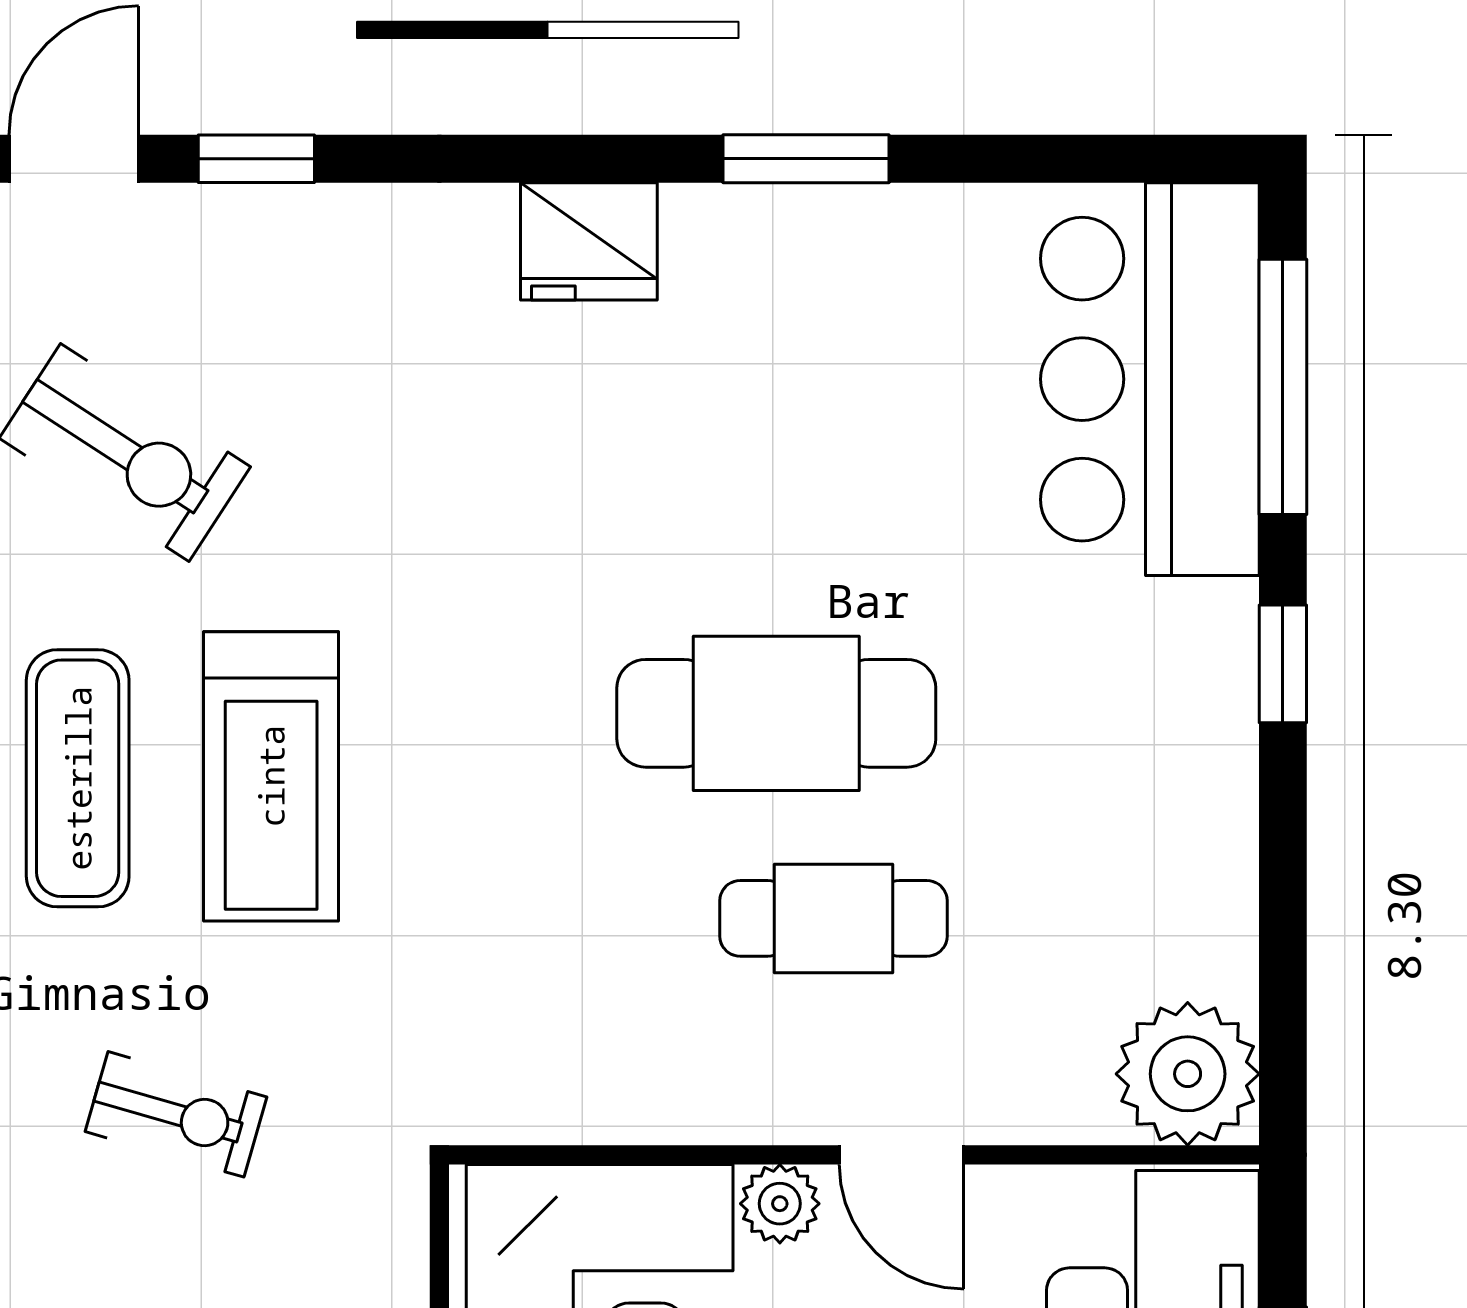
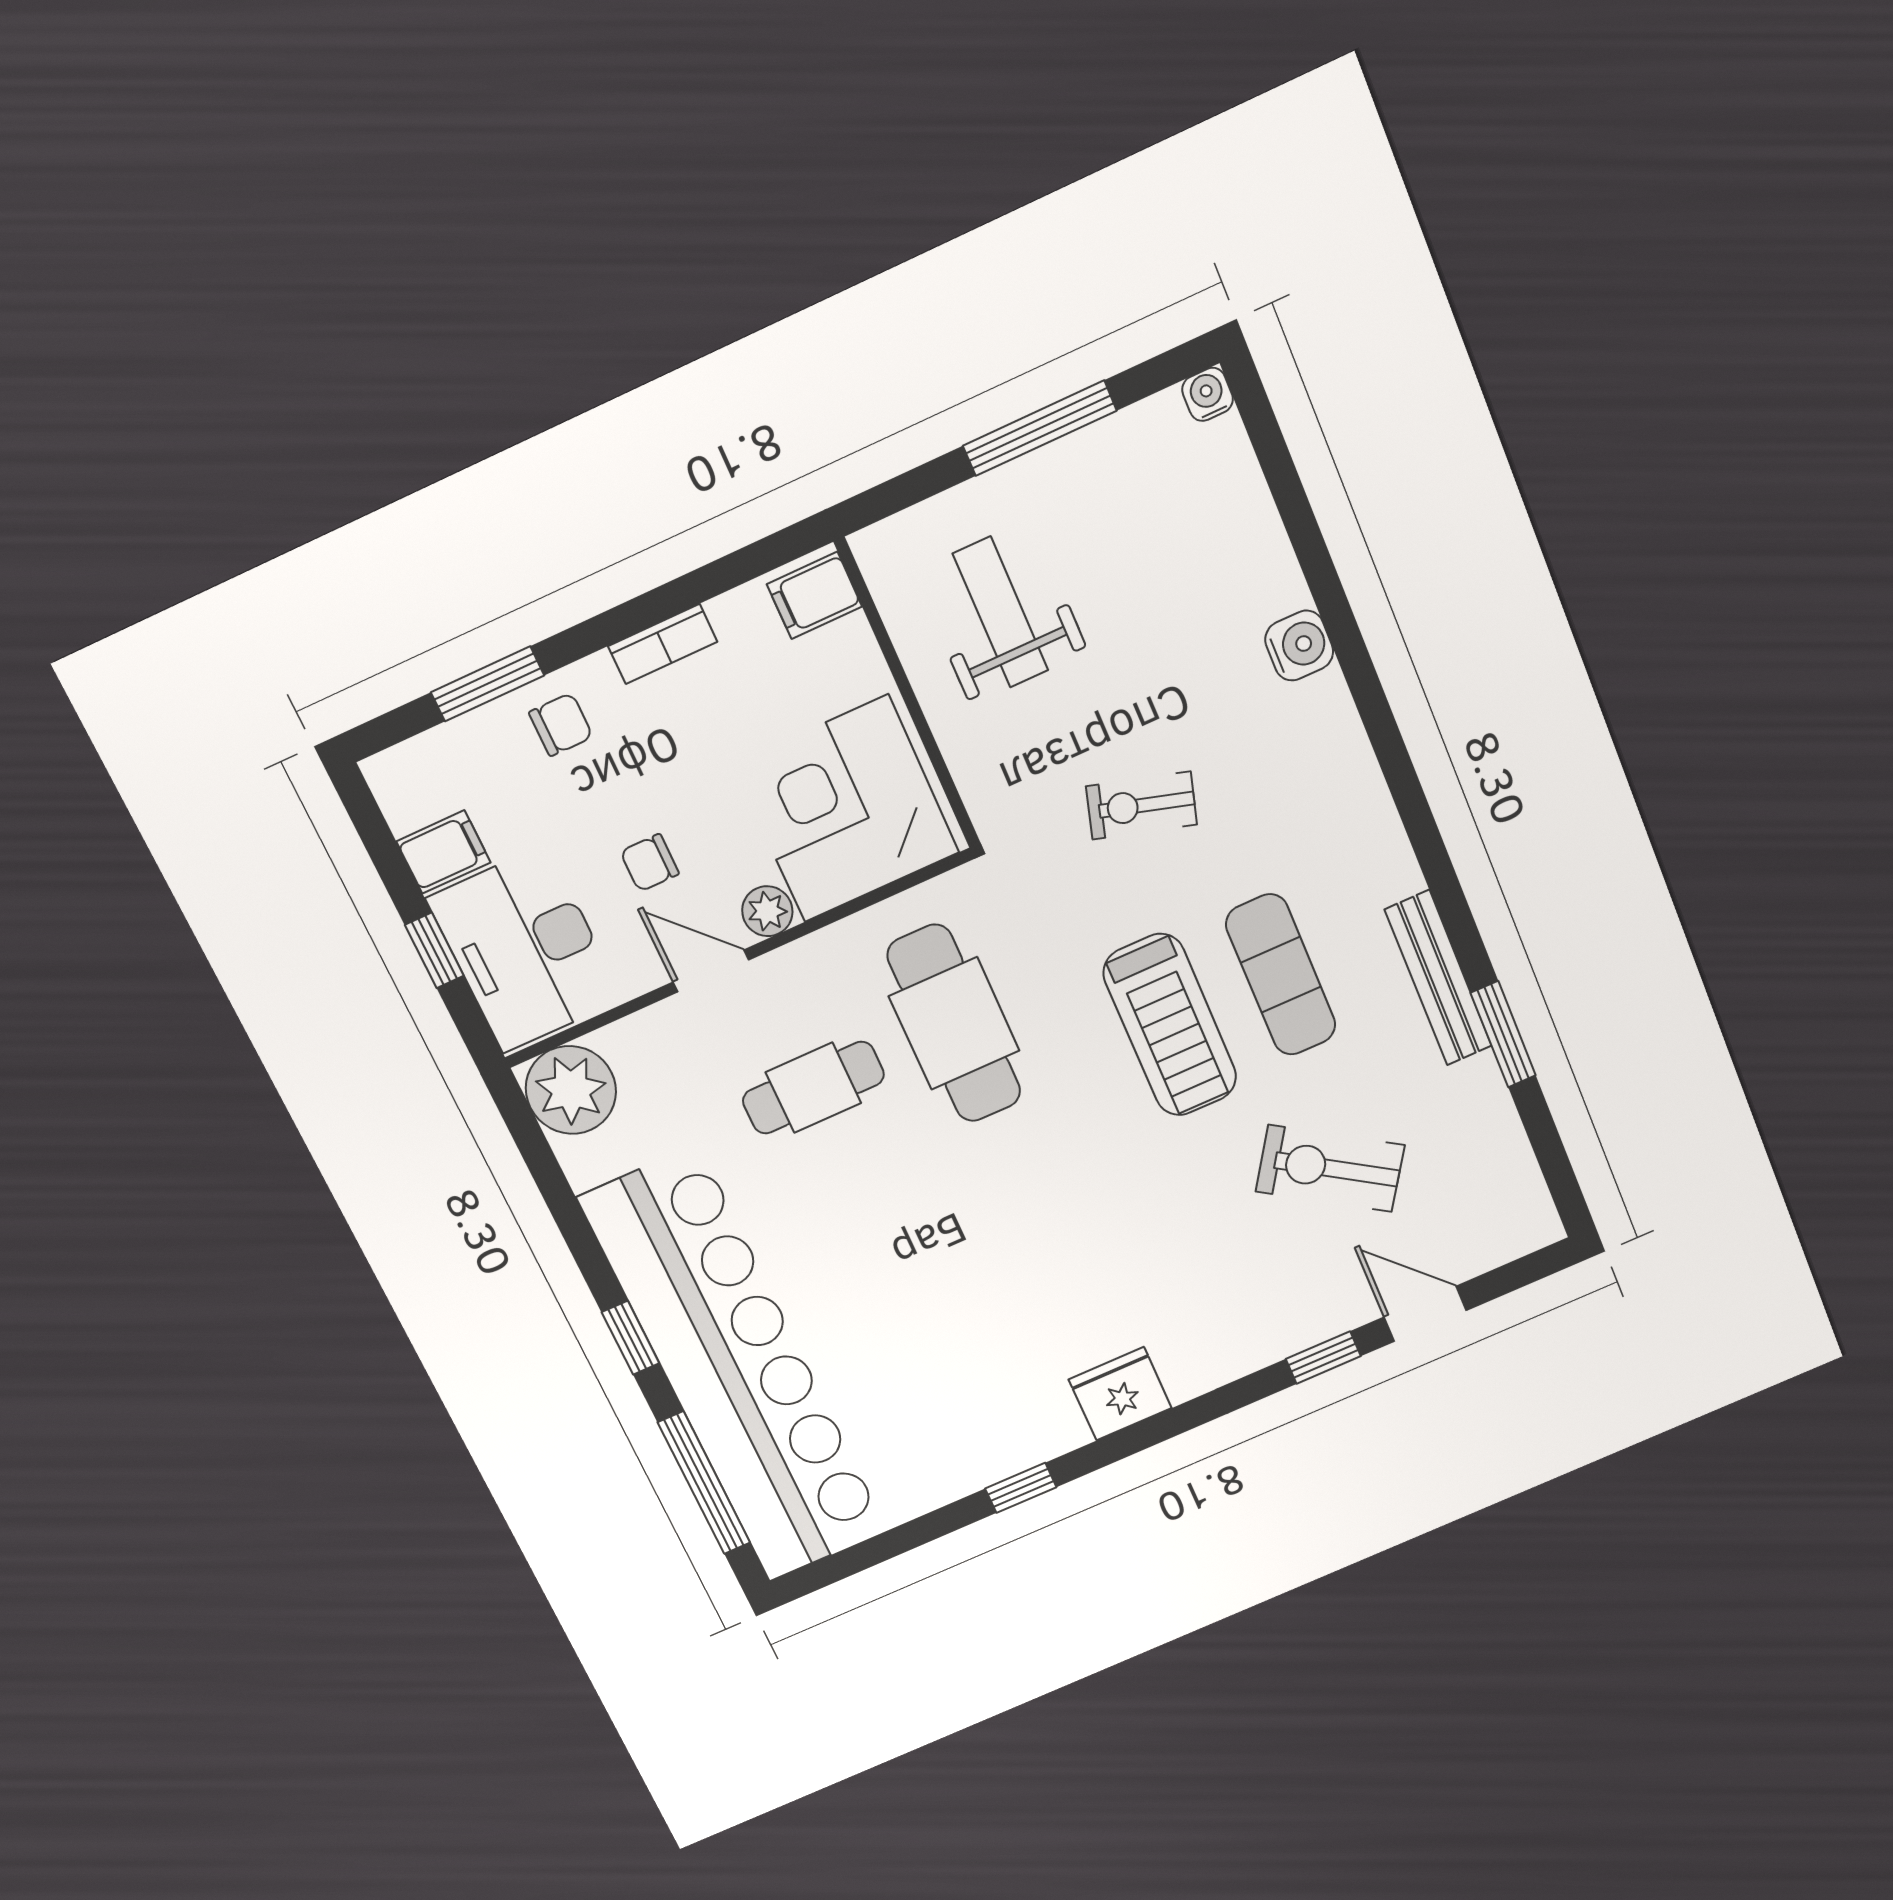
door: (74, 159) -> (1425, 1314), swing flipped
window: (806, 159) -> (1021, 1488), width x0.67
bar counter: (1150, 379) -> (735, 1367), width x1.86
cafe table: (776, 713) -> (954, 1024), moved, turned 90
treadmill: (271, 776) -> (1170, 1025), turned 180

